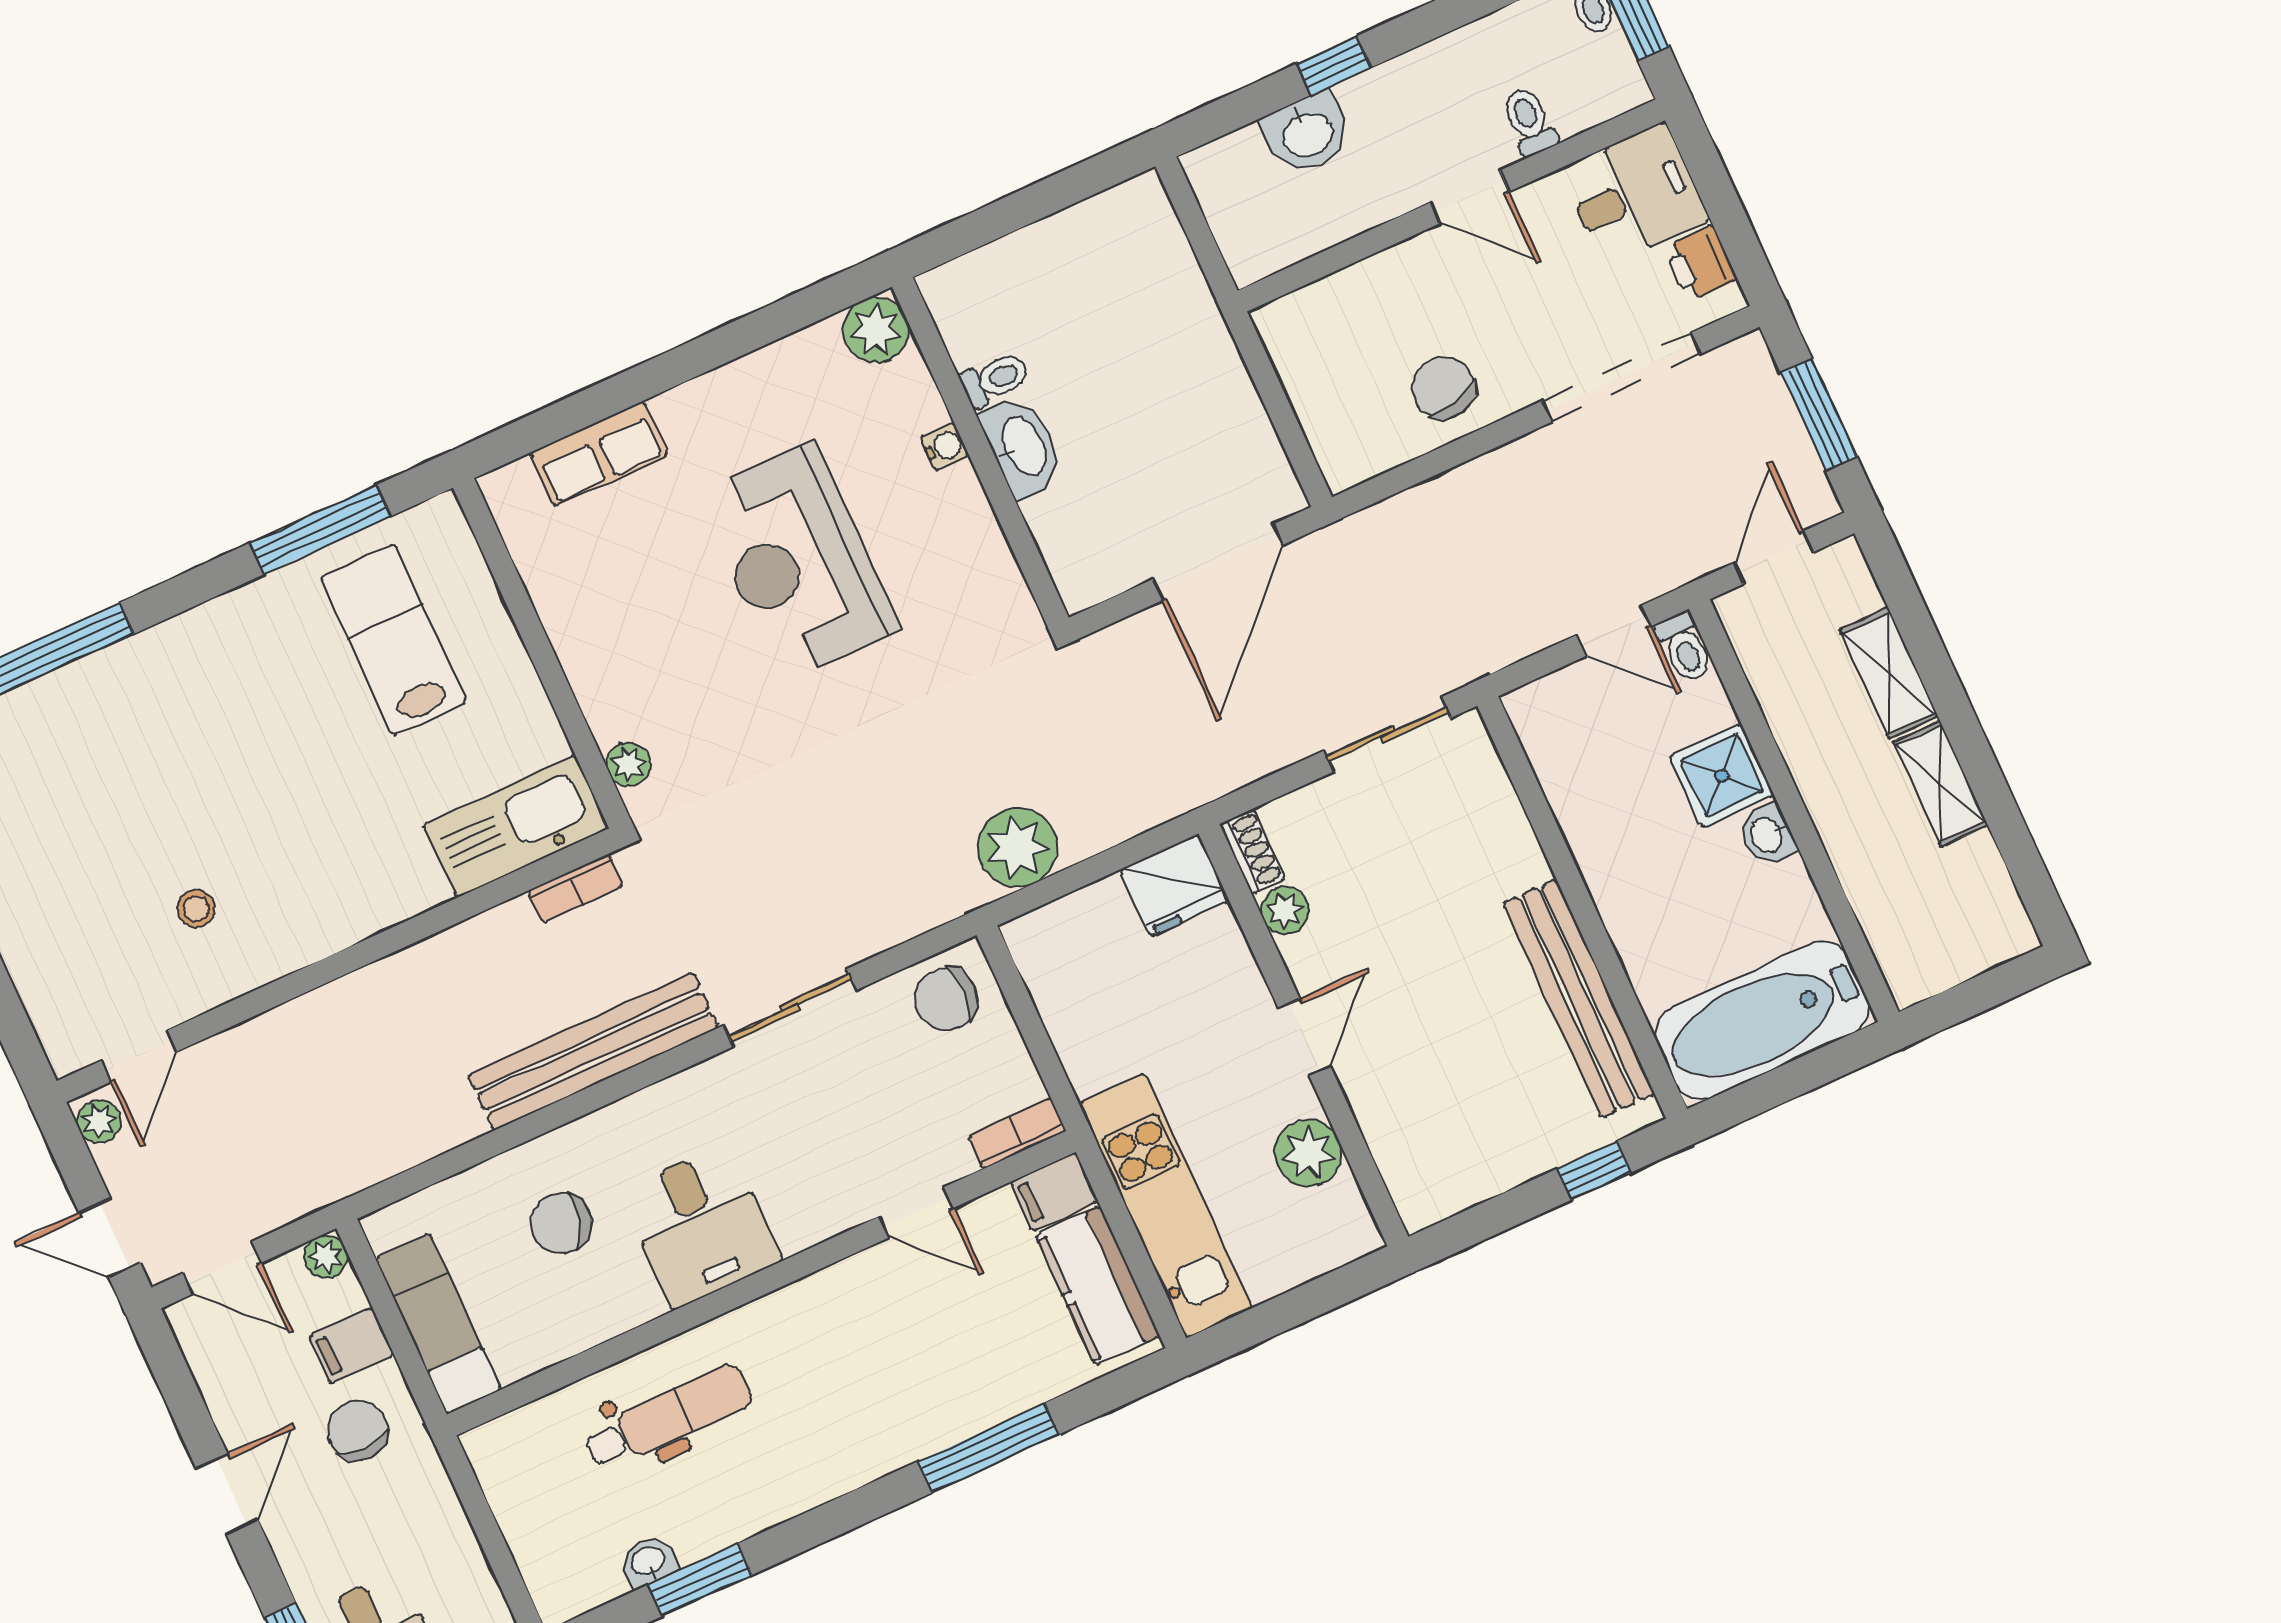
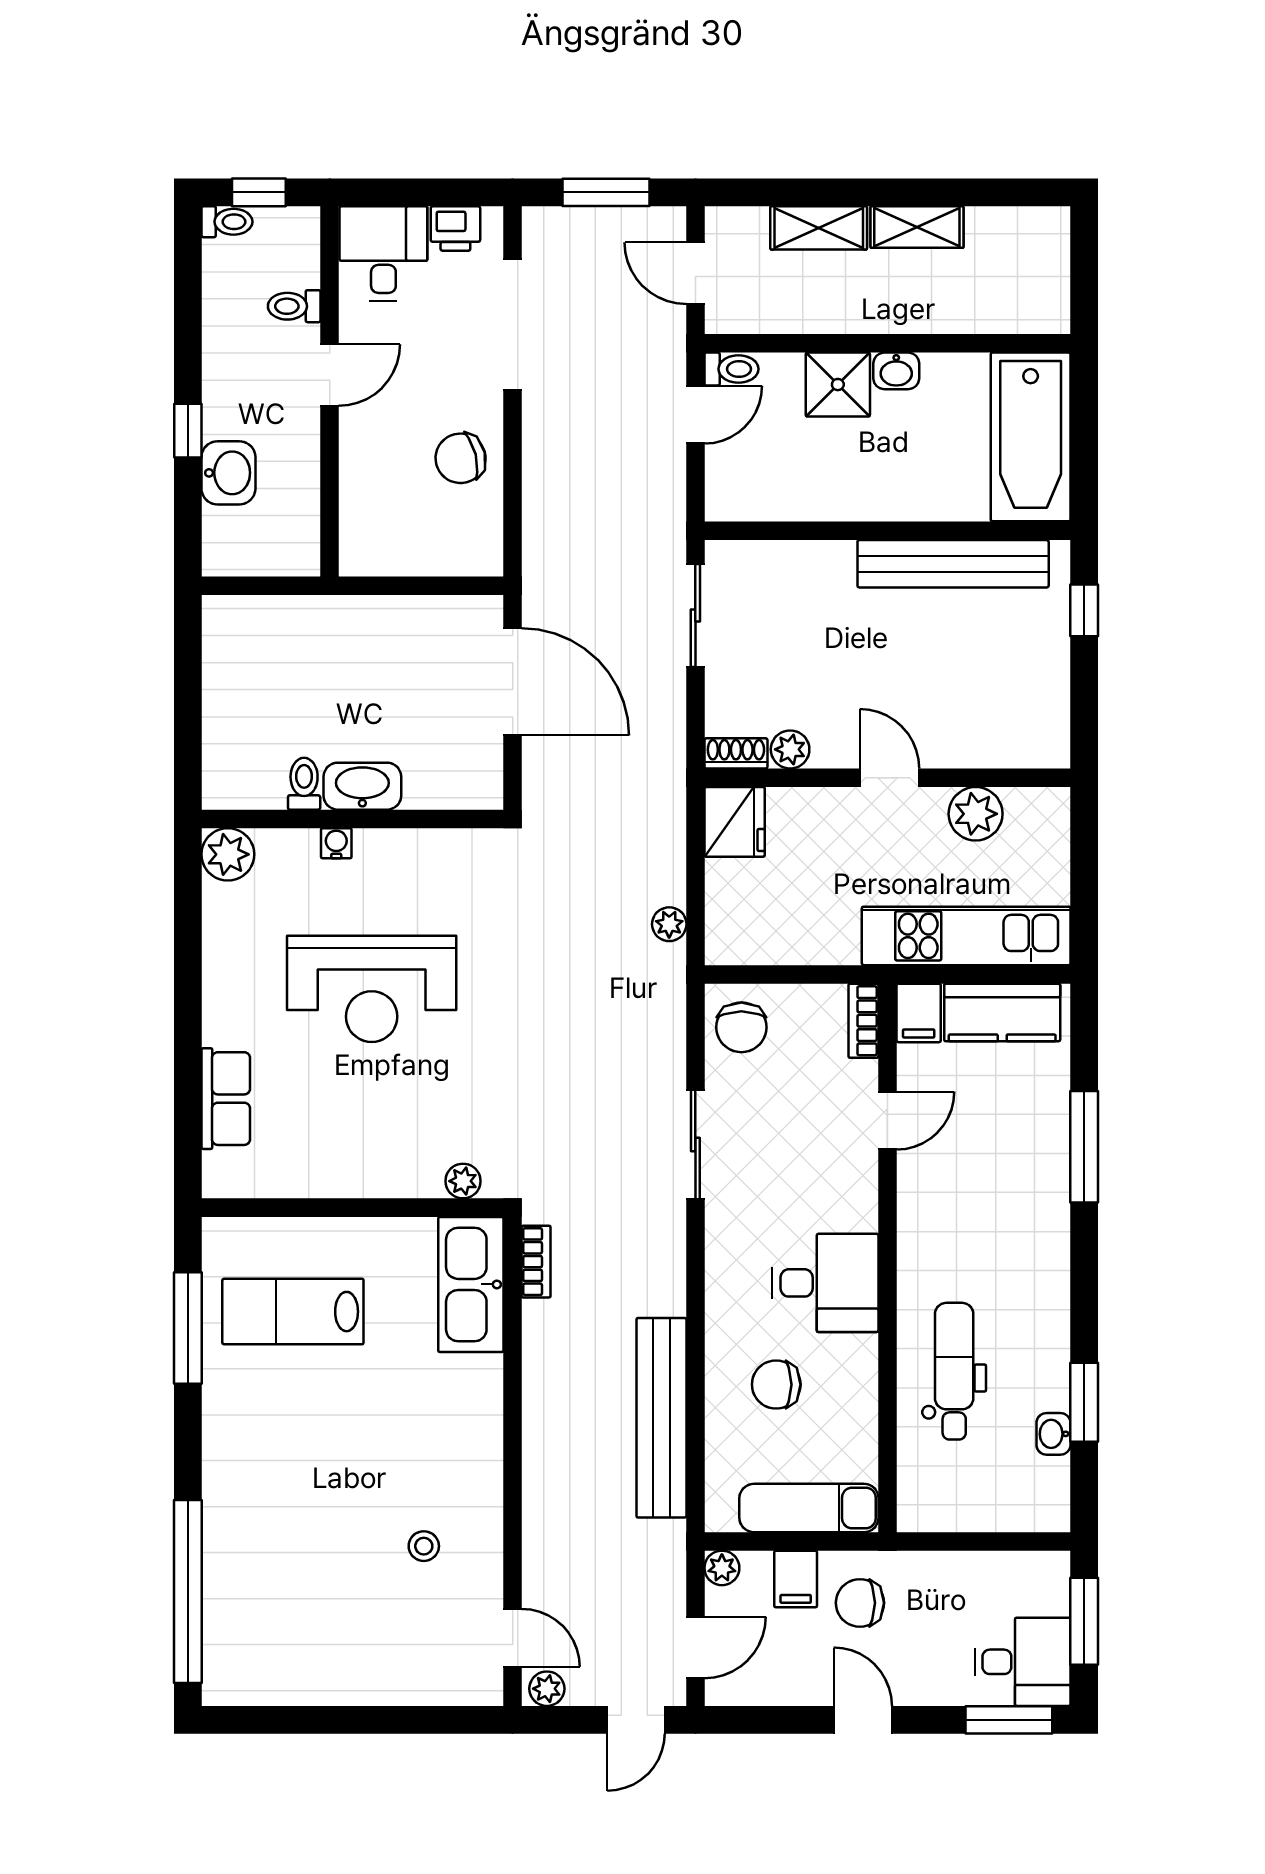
plant: (1018, 848) -> (669, 924), width x0.53, depth x0.53
bench: (593, 1051) -> (661, 1418), moved
chair: (561, 1223) -> (776, 1385), turned 74

